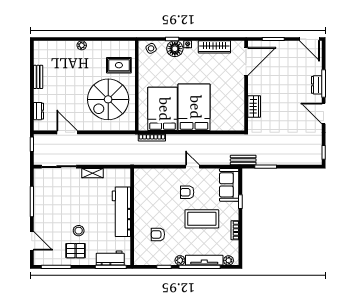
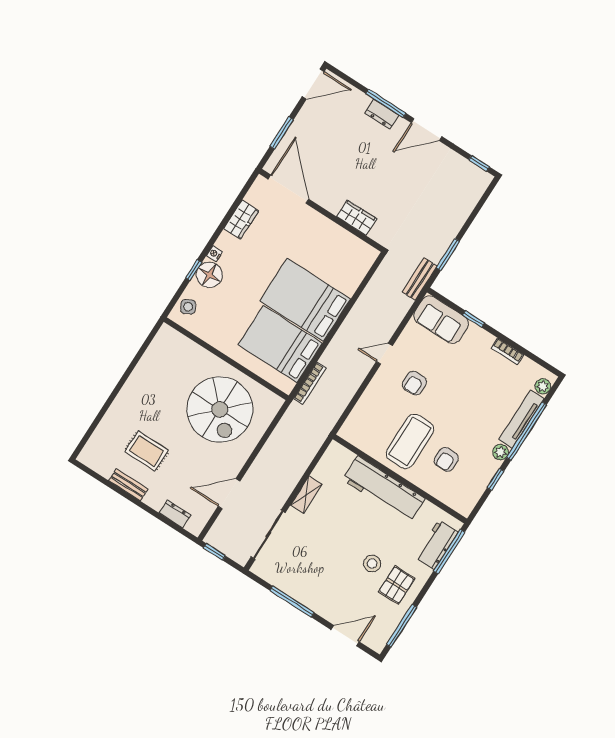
plant: (82, 45) -> (124, 398), removed
wardrobe: (214, 47) -> (241, 220), width x0.67
rug: (119, 65) -> (147, 451), moved, turned 90
coffee table: (202, 219) -> (410, 441), moved

